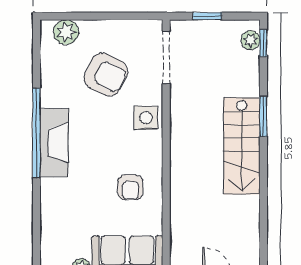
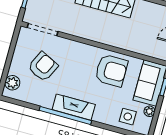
side table: (146, 118) -> (128, 117), moved
armchair: (130, 187) -> (111, 71), width x1.88, depth x1.88

